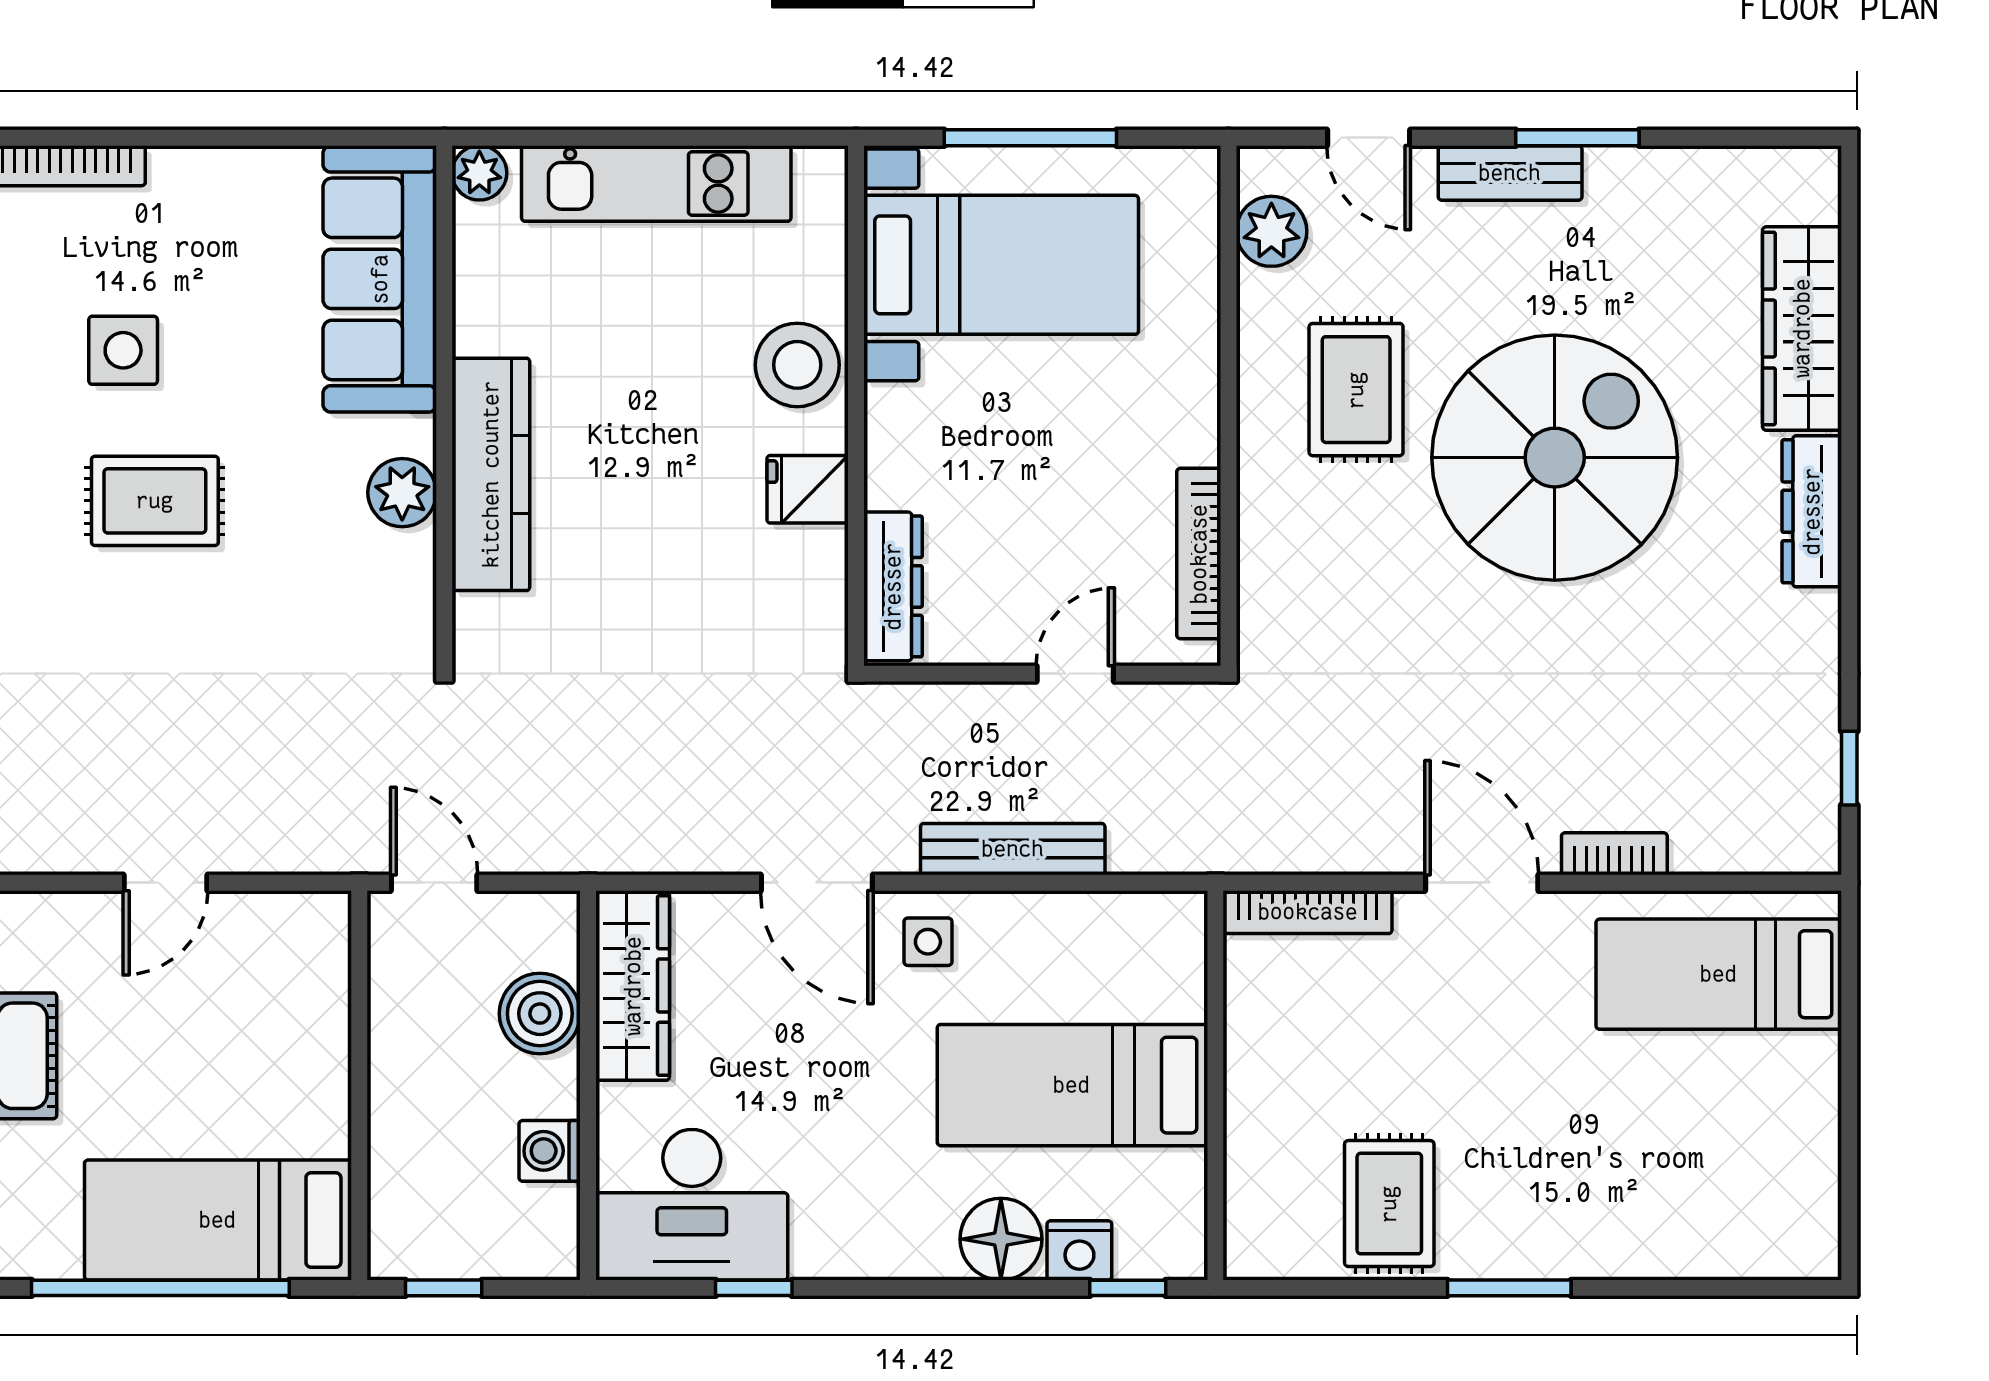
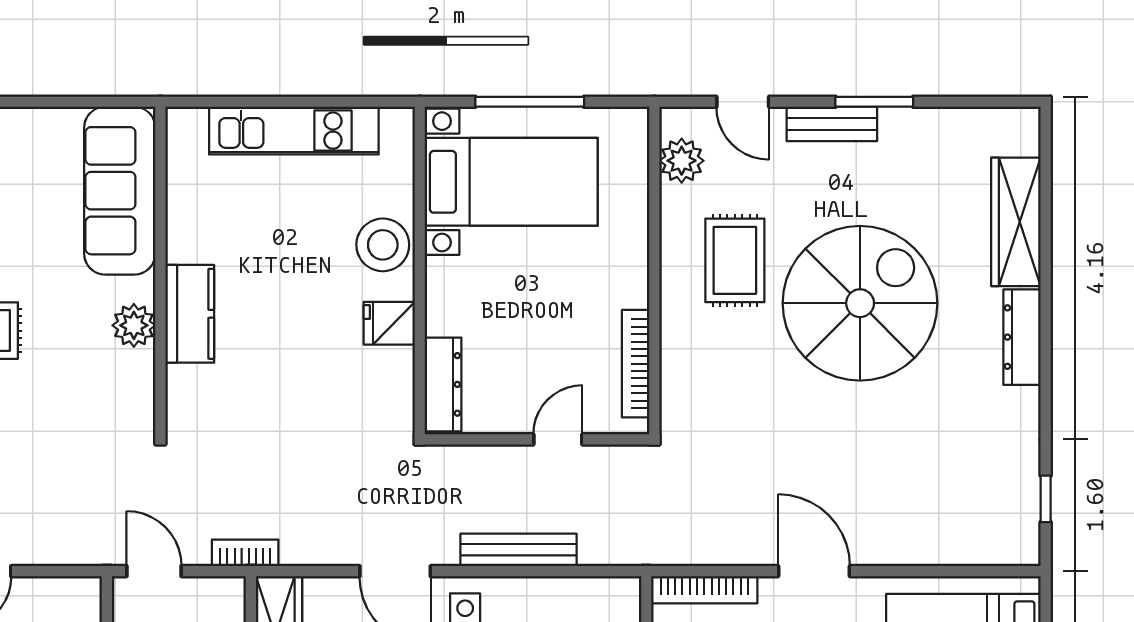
plant: (479, 173) -> (182, 124), removed
kitchen counter: (491, 474) -> (190, 314), width x0.67
bookcase: (1614, 854) -> (245, 553), moved

